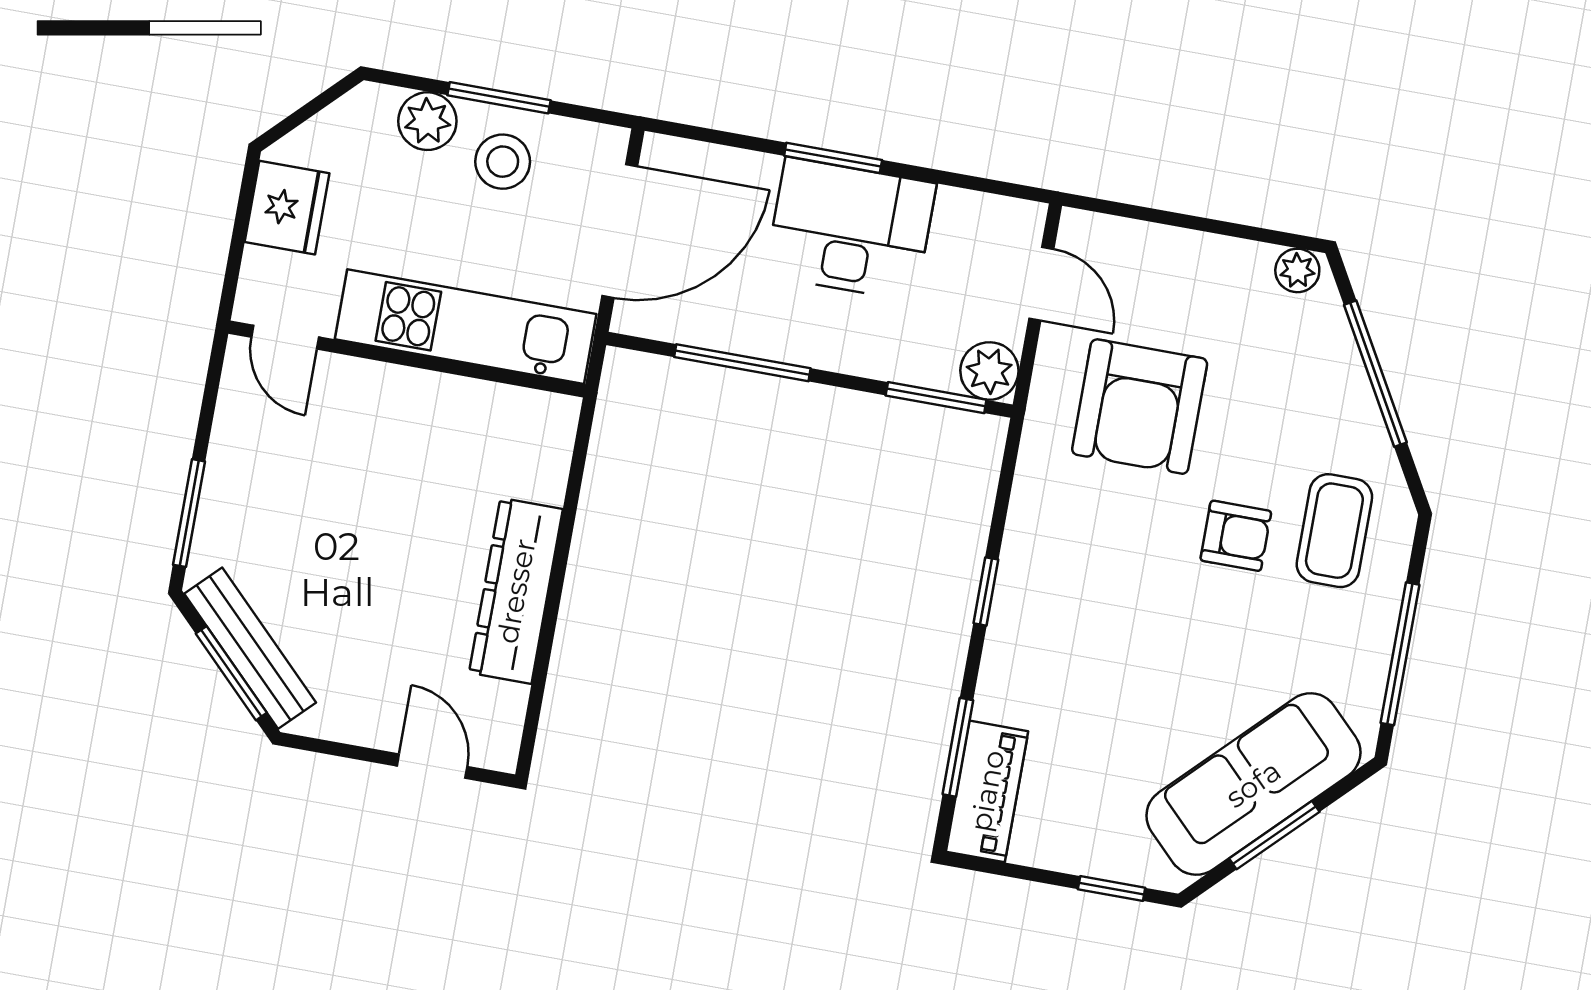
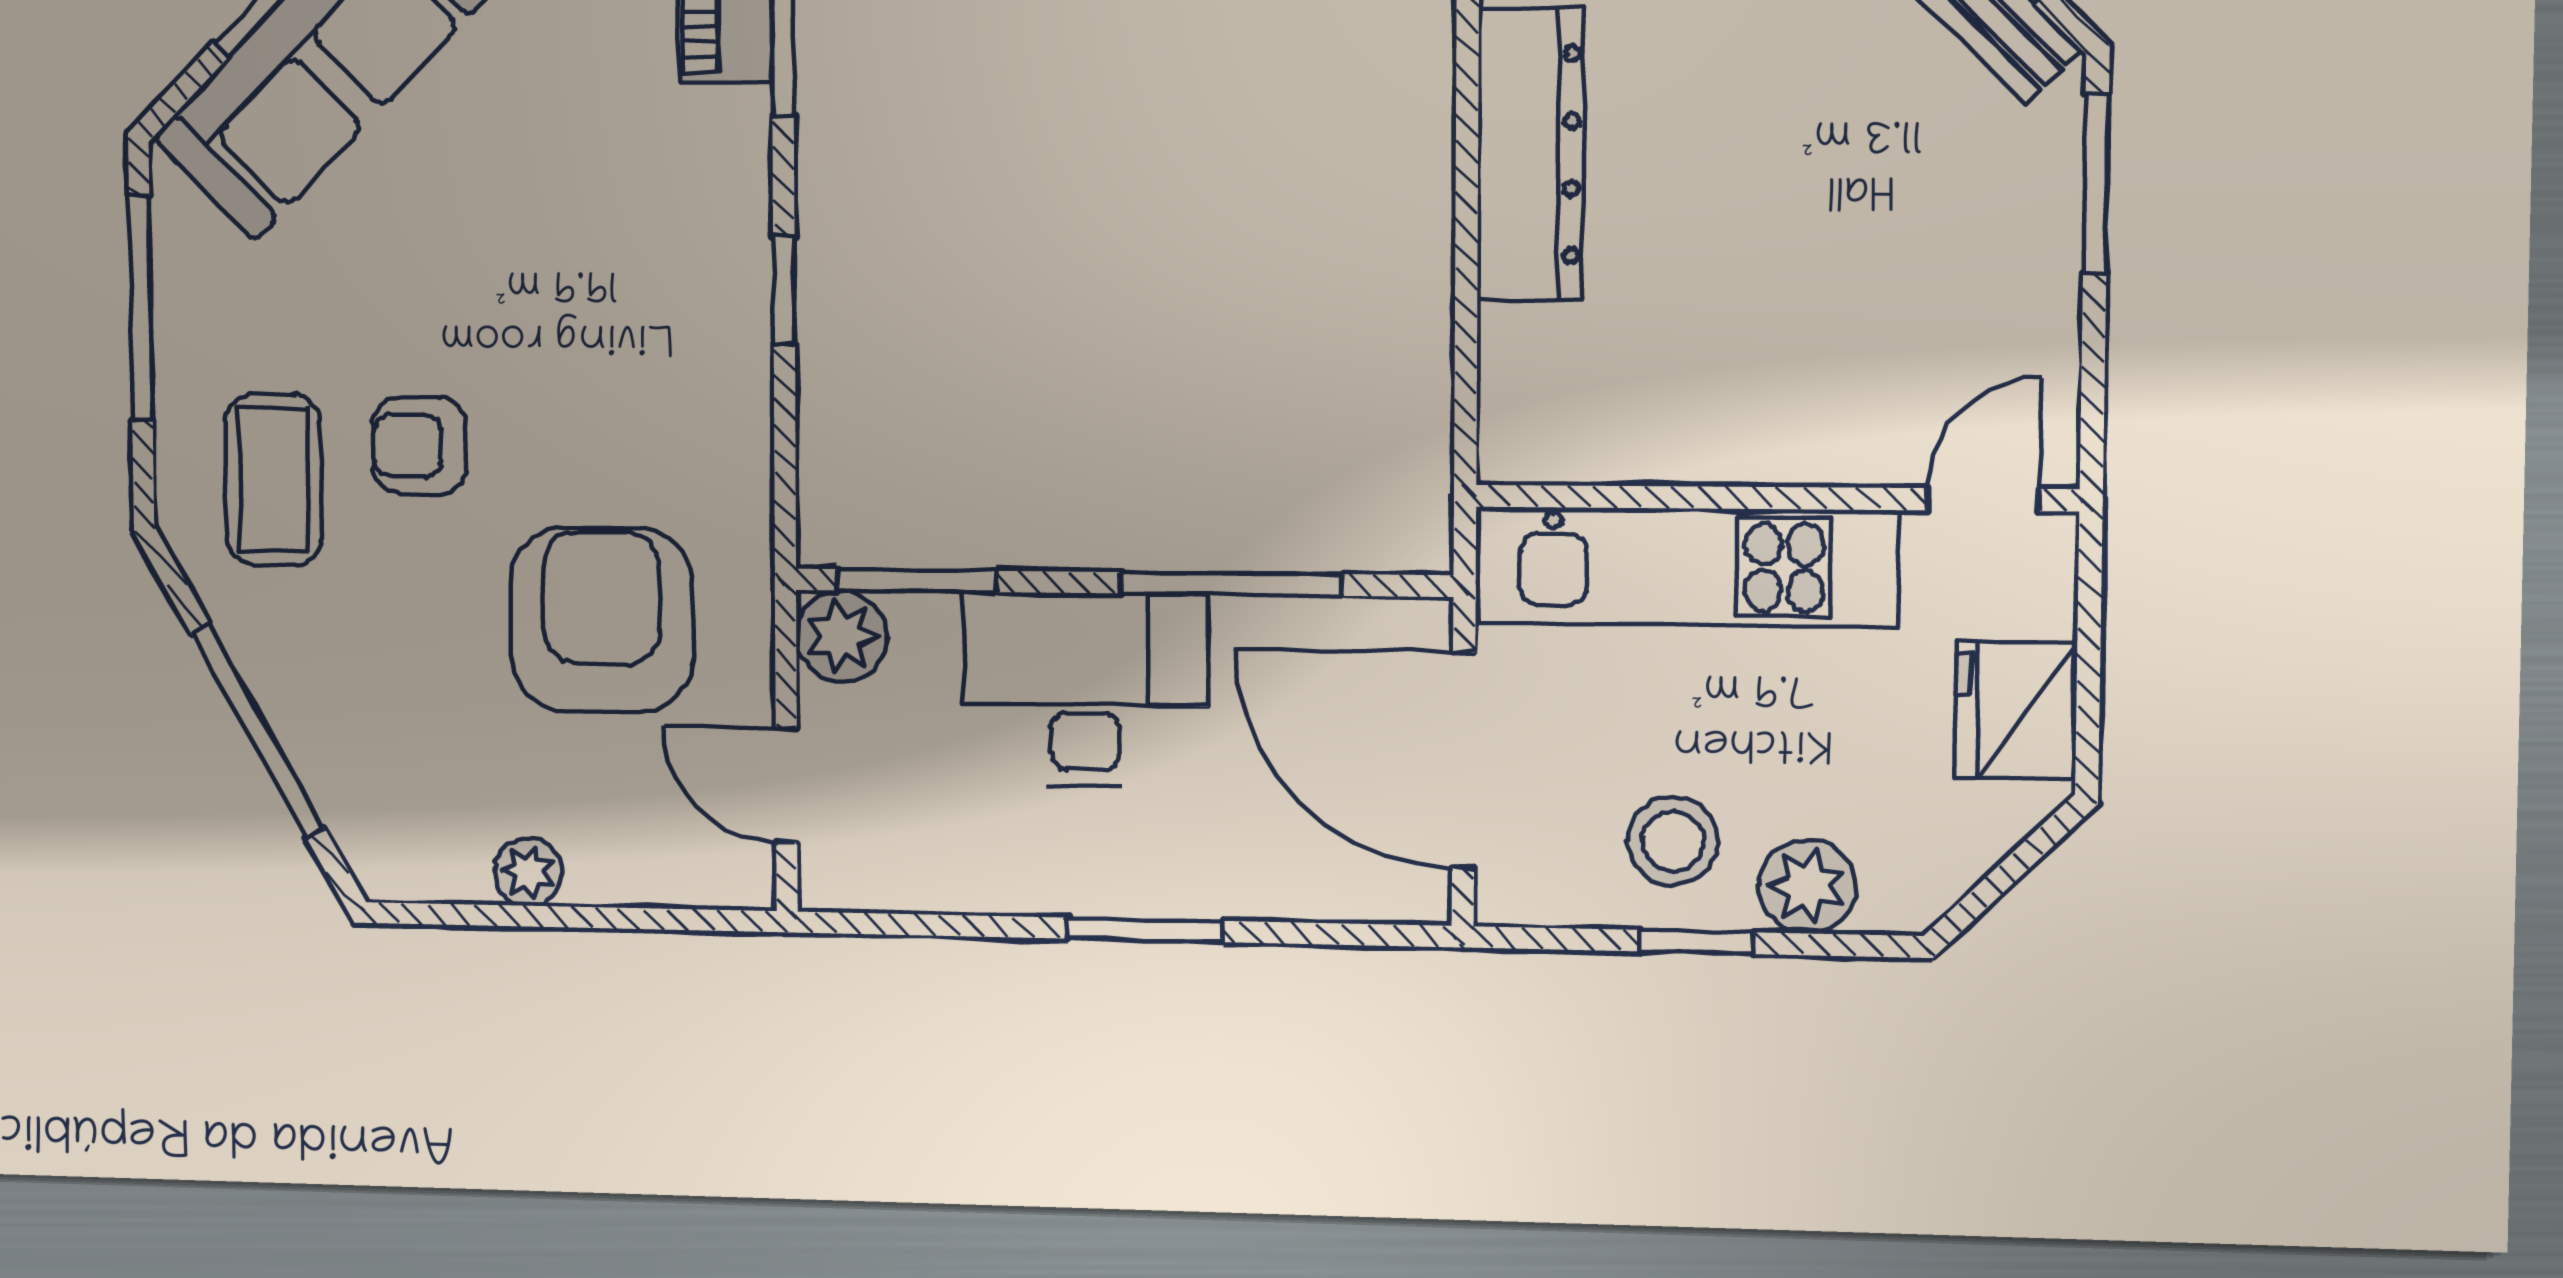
window: (499, 98) -> (1696, 942), width x0.67
desk: (851, 229) -> (1085, 689), moved, turned 180
door: (620, 231) -> (1464, 761), hinge flipped
plant: (1297, 270) -> (528, 872), moved
door: (285, 337) -> (1983, 500), hinge flipped

